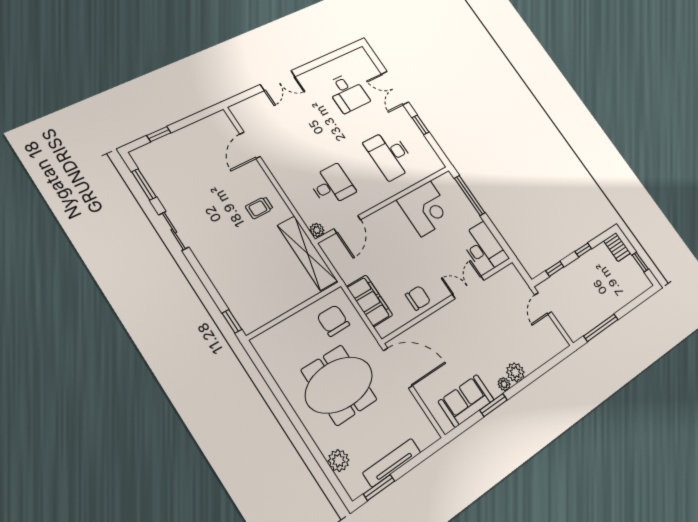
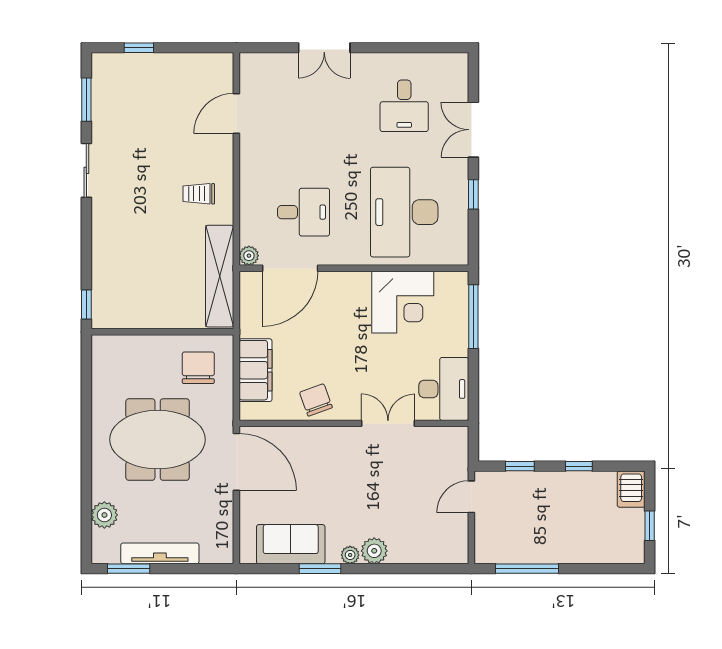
desk: (390, 155) -> (404, 212), width x1.36, depth x1.30
door: (347, 224) -> (290, 268), width x1.36
chair: (418, 298) -> (316, 400), turned -110

